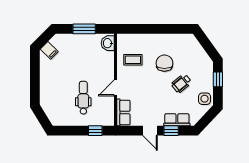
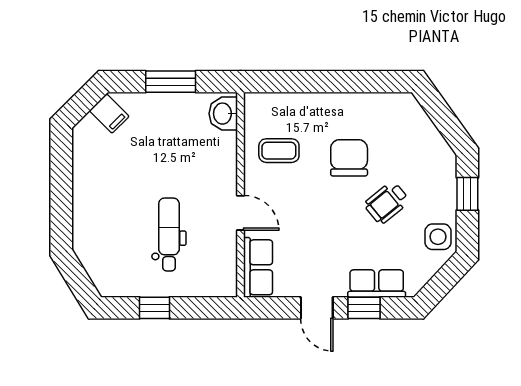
filing cabinet: (49, 50) -> (109, 114), moved
door: (116, 88) -> (241, 213), swing flipped
window: (95, 131) -> (154, 308), moved

